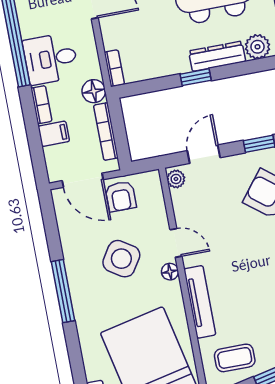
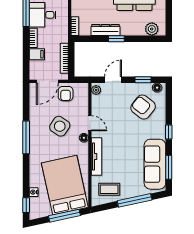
dresser: (217, 56) -> (105, 30), moved
floor lamp: (94, 91) -> (62, 36), removed
door: (83, 180) -> (47, 81), hinge flipped

